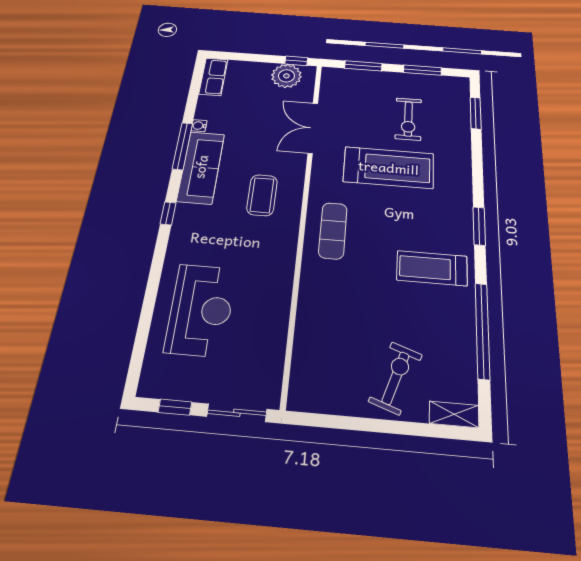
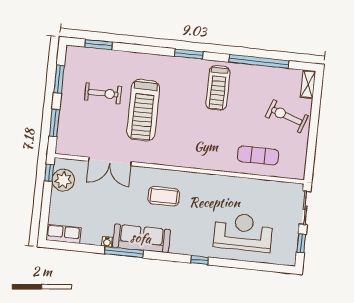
treadmill: (389, 168) -> (143, 110), turned 180
window: (168, 213) -> (200, 260), moved
exercise mat: (333, 231) -> (258, 155), moved

